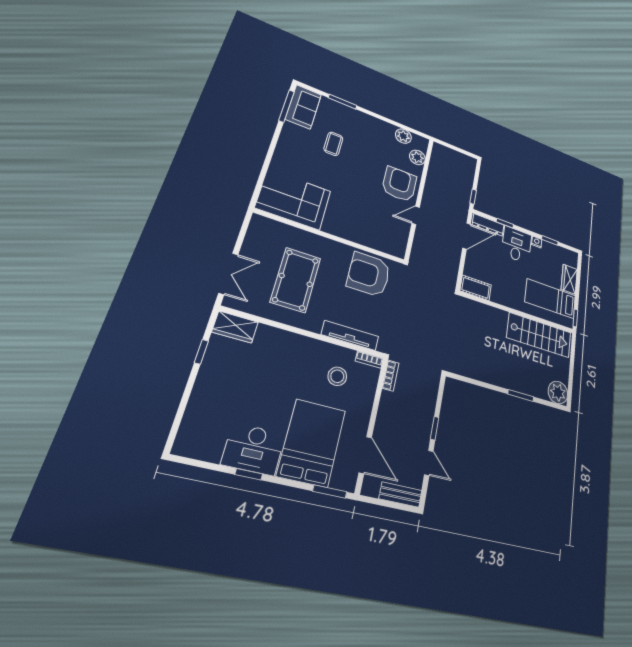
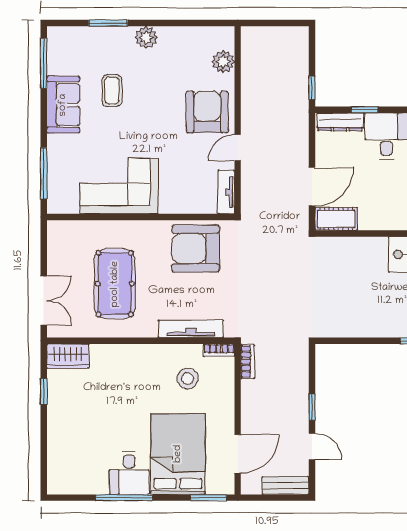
sofa: (303, 107) -> (63, 105), moved
plant: (403, 136) -> (146, 37), moved
window: (262, 178) -> (44, 173), added
corner sofa: (294, 199) -> (119, 186), moved
door: (467, 236) -> (312, 187), moved
tv unit: (401, 242) -> (226, 192), added
desk: (254, 449) -> (129, 473), width x0.73
door: (365, 455) -> (238, 454), hinge flipped
window: (249, 474) -> (124, 498), width x2.17

